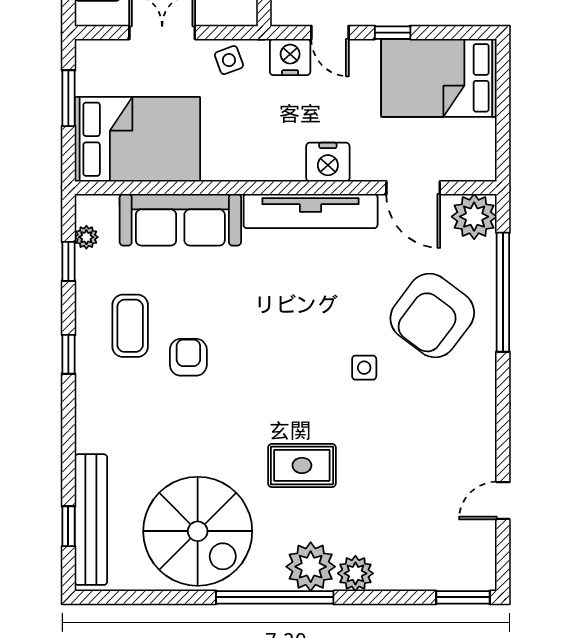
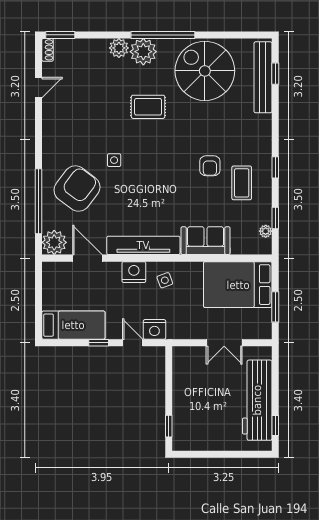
side table: (229, 60) -> (165, 280), moved
bed: (439, 78) -> (73, 325), width x0.67
sofa: (180, 220) -> (206, 241), width x0.73
shoe rack: (486, 570) -> (47, 50), added

